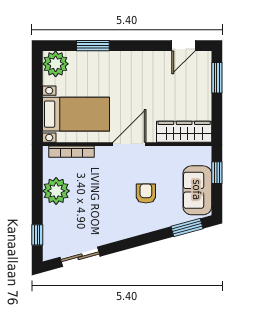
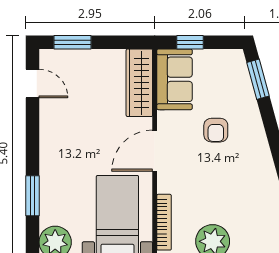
door: (129, 144) -> (155, 151), hinge flipped
sofa: (197, 190) -> (174, 79), moved, turned -90
armchair: (146, 194) -> (216, 130), turned -90

